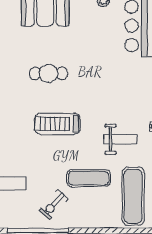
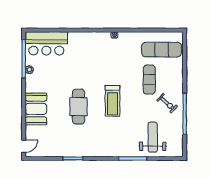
cafe table: (49, 73) -> (78, 107), width x1.37, depth x1.35
weight bench: (120, 139) -> (123, 58), removed

